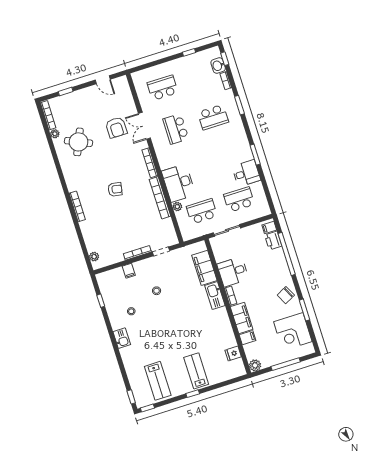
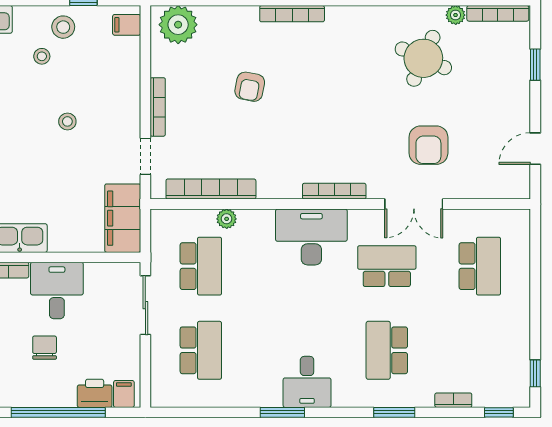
window: (189, 52) -> (535, 373), moved
washbasin: (218, 66) -> (489, 394), removed
double door: (144, 126) -> (414, 204), swing flipped
armchair: (116, 127) -> (428, 145), turned -90
desk: (246, 173) -> (307, 382), moved
desk: (179, 183) -> (311, 237), moved
armchair: (115, 189) -> (250, 87), moved
bookcase: (160, 198) -> (211, 189), moved
plant: (94, 257) -> (178, 25), width x1.88, depth x1.88
filing cabinet: (204, 268) -> (123, 218), moved, turned -90
chair: (260, 269) -> (45, 348), added
filing cabinet: (129, 271) -> (127, 25), moved
stool: (115, 306) -> (63, 27), added

